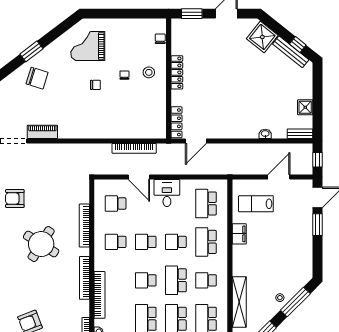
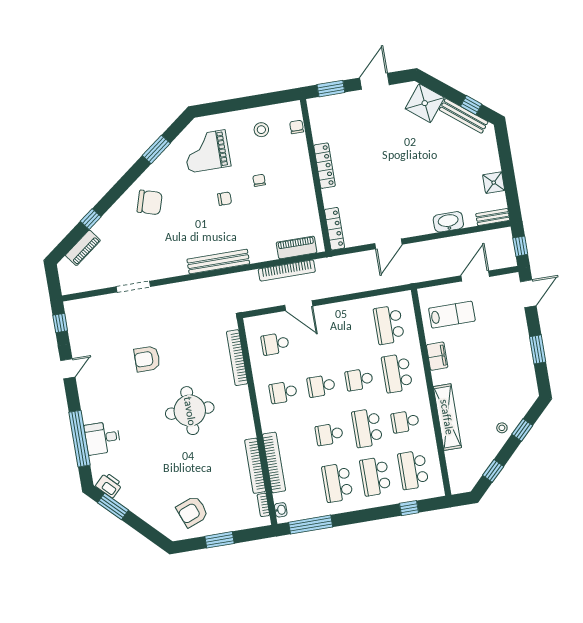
window: (31, 51) -> (156, 149), moved
stool: (149, 72) -> (261, 130), moved
piano: (42, 132) -> (297, 247), moved
bench: (82, 133) -> (218, 262), added
washbasin: (265, 134) -> (448, 222), width x1.91, depth x1.45
door: (196, 141) -> (388, 244), moved
desk: (167, 193) -> (337, 320), removed
lab bench: (256, 204) -> (452, 315), turned 180
window: (318, 225) -> (538, 349), moved
bookcase: (84, 226) -> (237, 358), moved
round table: (41, 244) -> (190, 411), turned -32
bookcase: (84, 278) -> (255, 466), moved
shelving: (239, 302) -> (447, 417), moved
window: (295, 302) -> (522, 430), width x0.46

